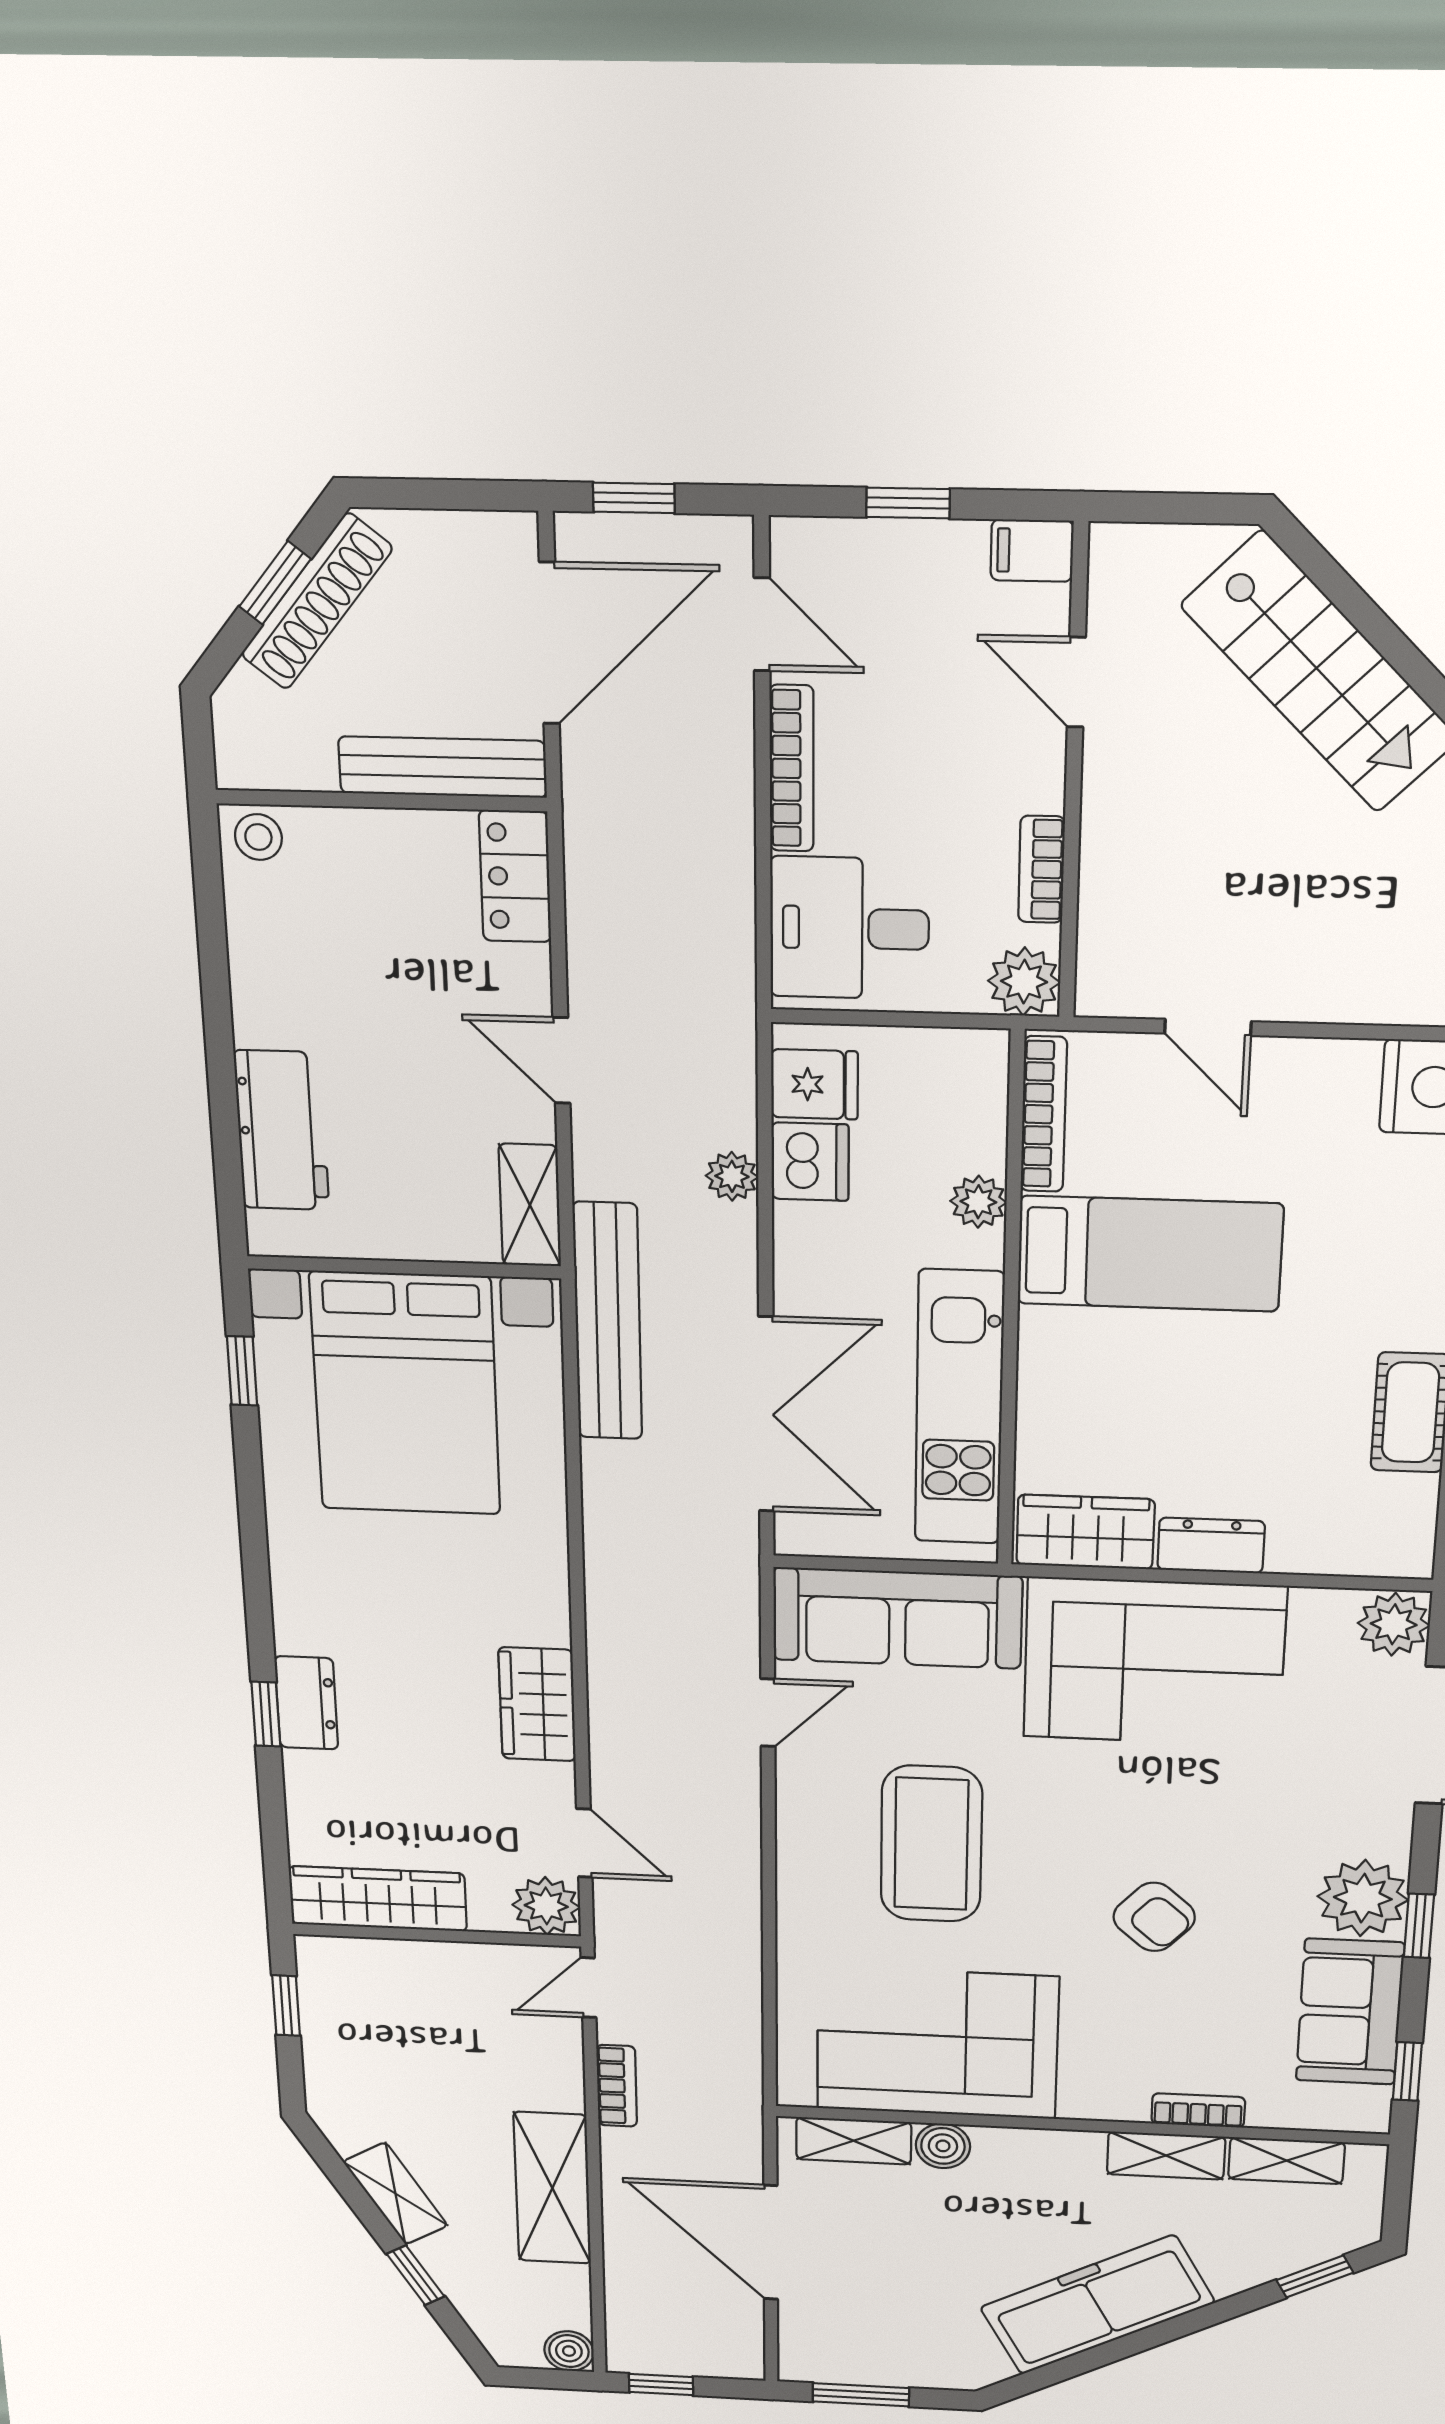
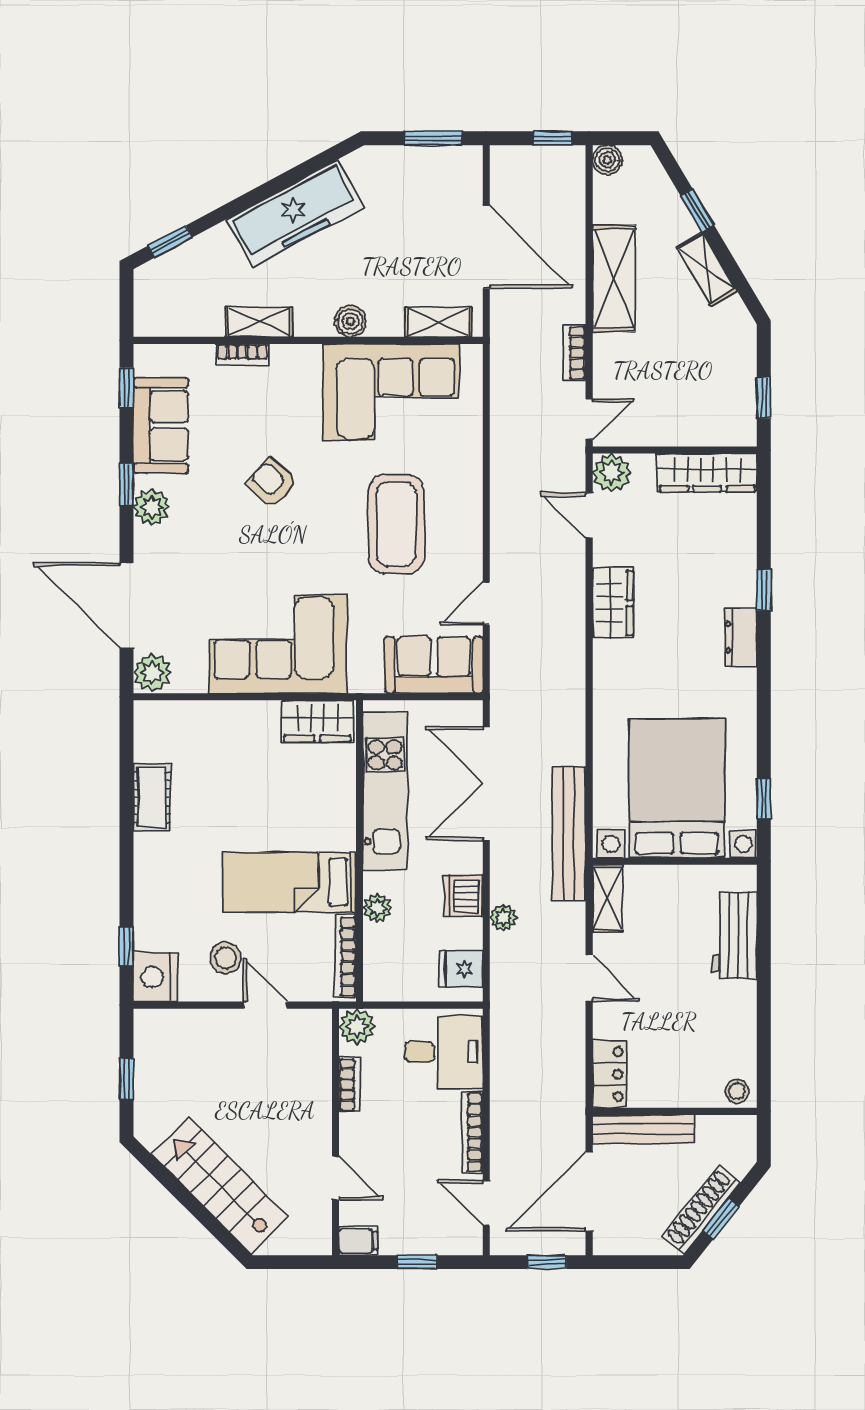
stool: (1283, 1119) -> (225, 958), added
dishwasher: (810, 1162) -> (463, 896), moved
dresser: (1211, 1545) -> (251, 716), removed
sofa: (897, 1618) -> (434, 665), width x0.73
dresser: (306, 1703) -> (741, 637), moved
plant: (1363, 1898) -> (152, 507), width x0.73, depth x0.73
boiler: (943, 2146) -> (351, 321), moved
shelving: (1286, 2161) -> (191, 322), removed

